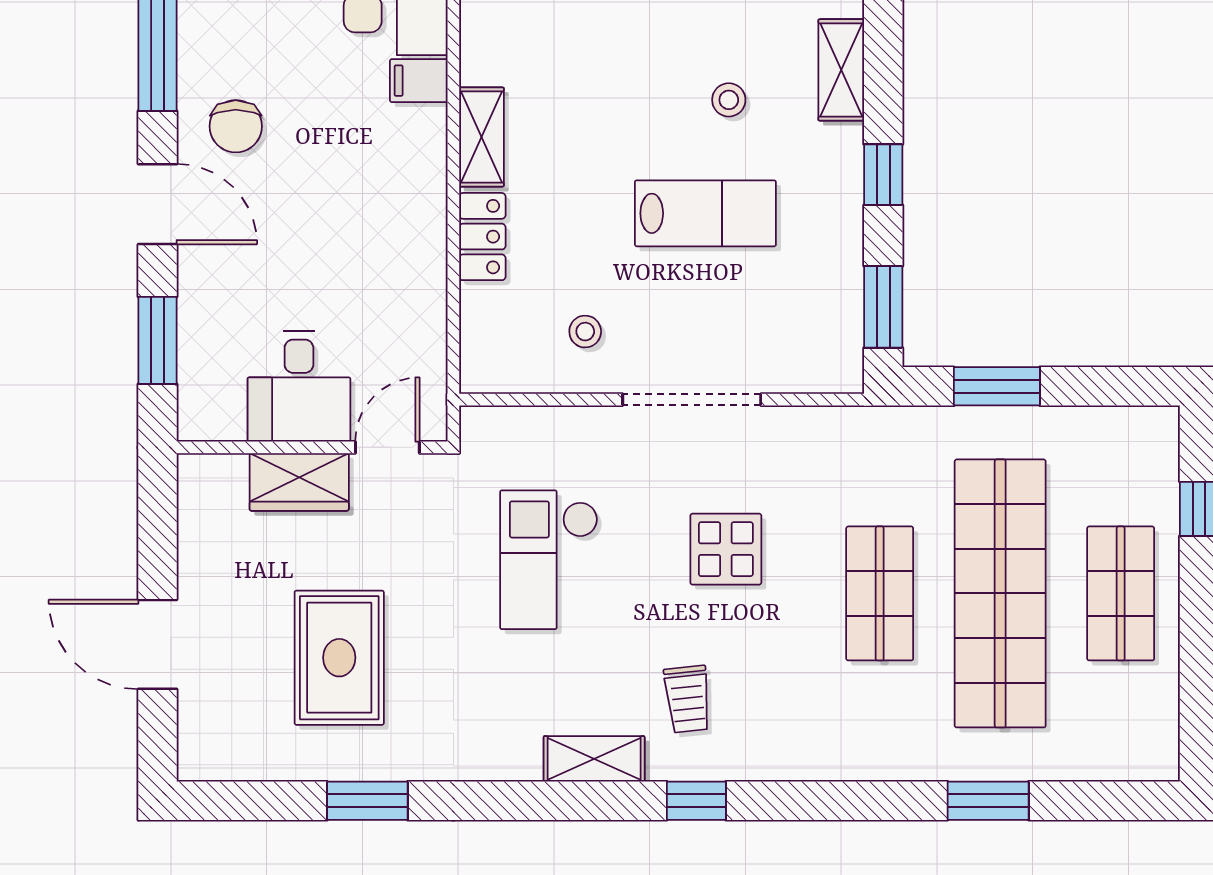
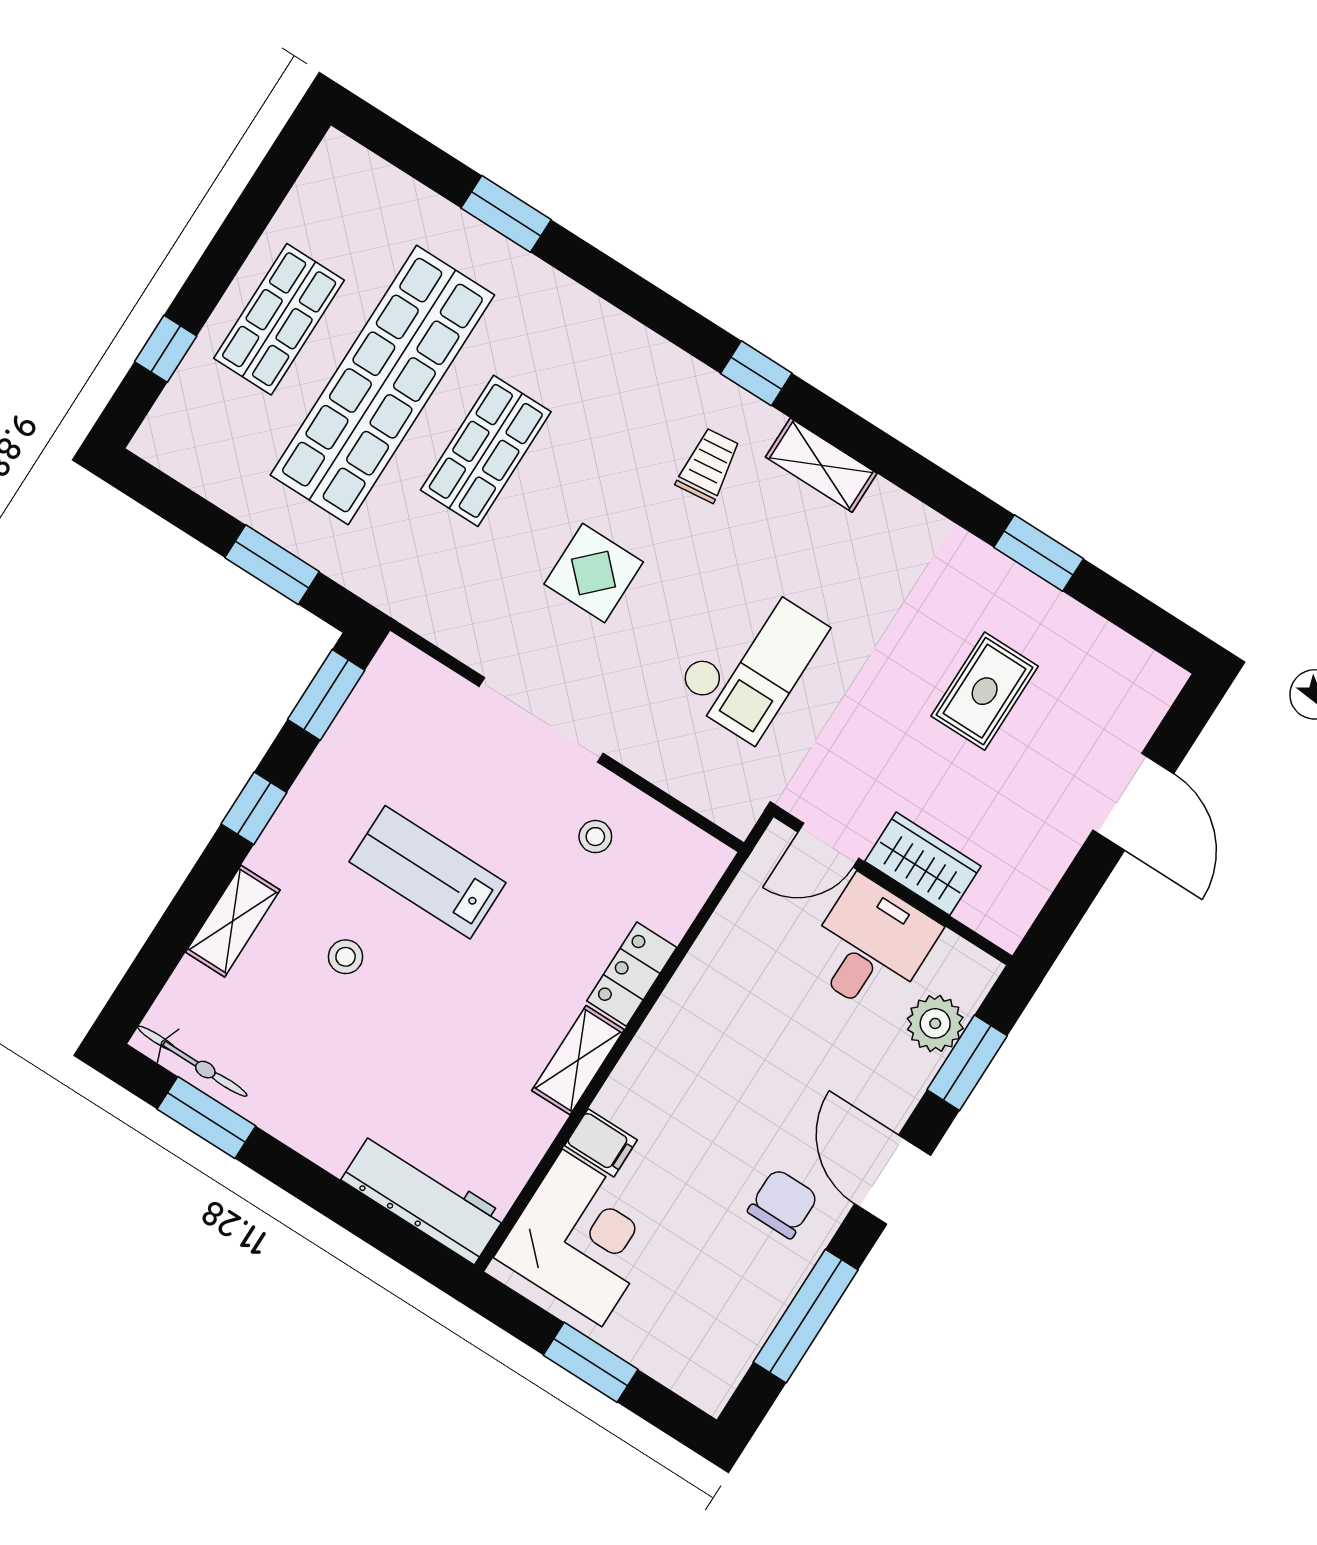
plant: (205, 356) -> (935, 1023), added
rug: (339, 658) -> (985, 691), width x0.73, depth x0.70

